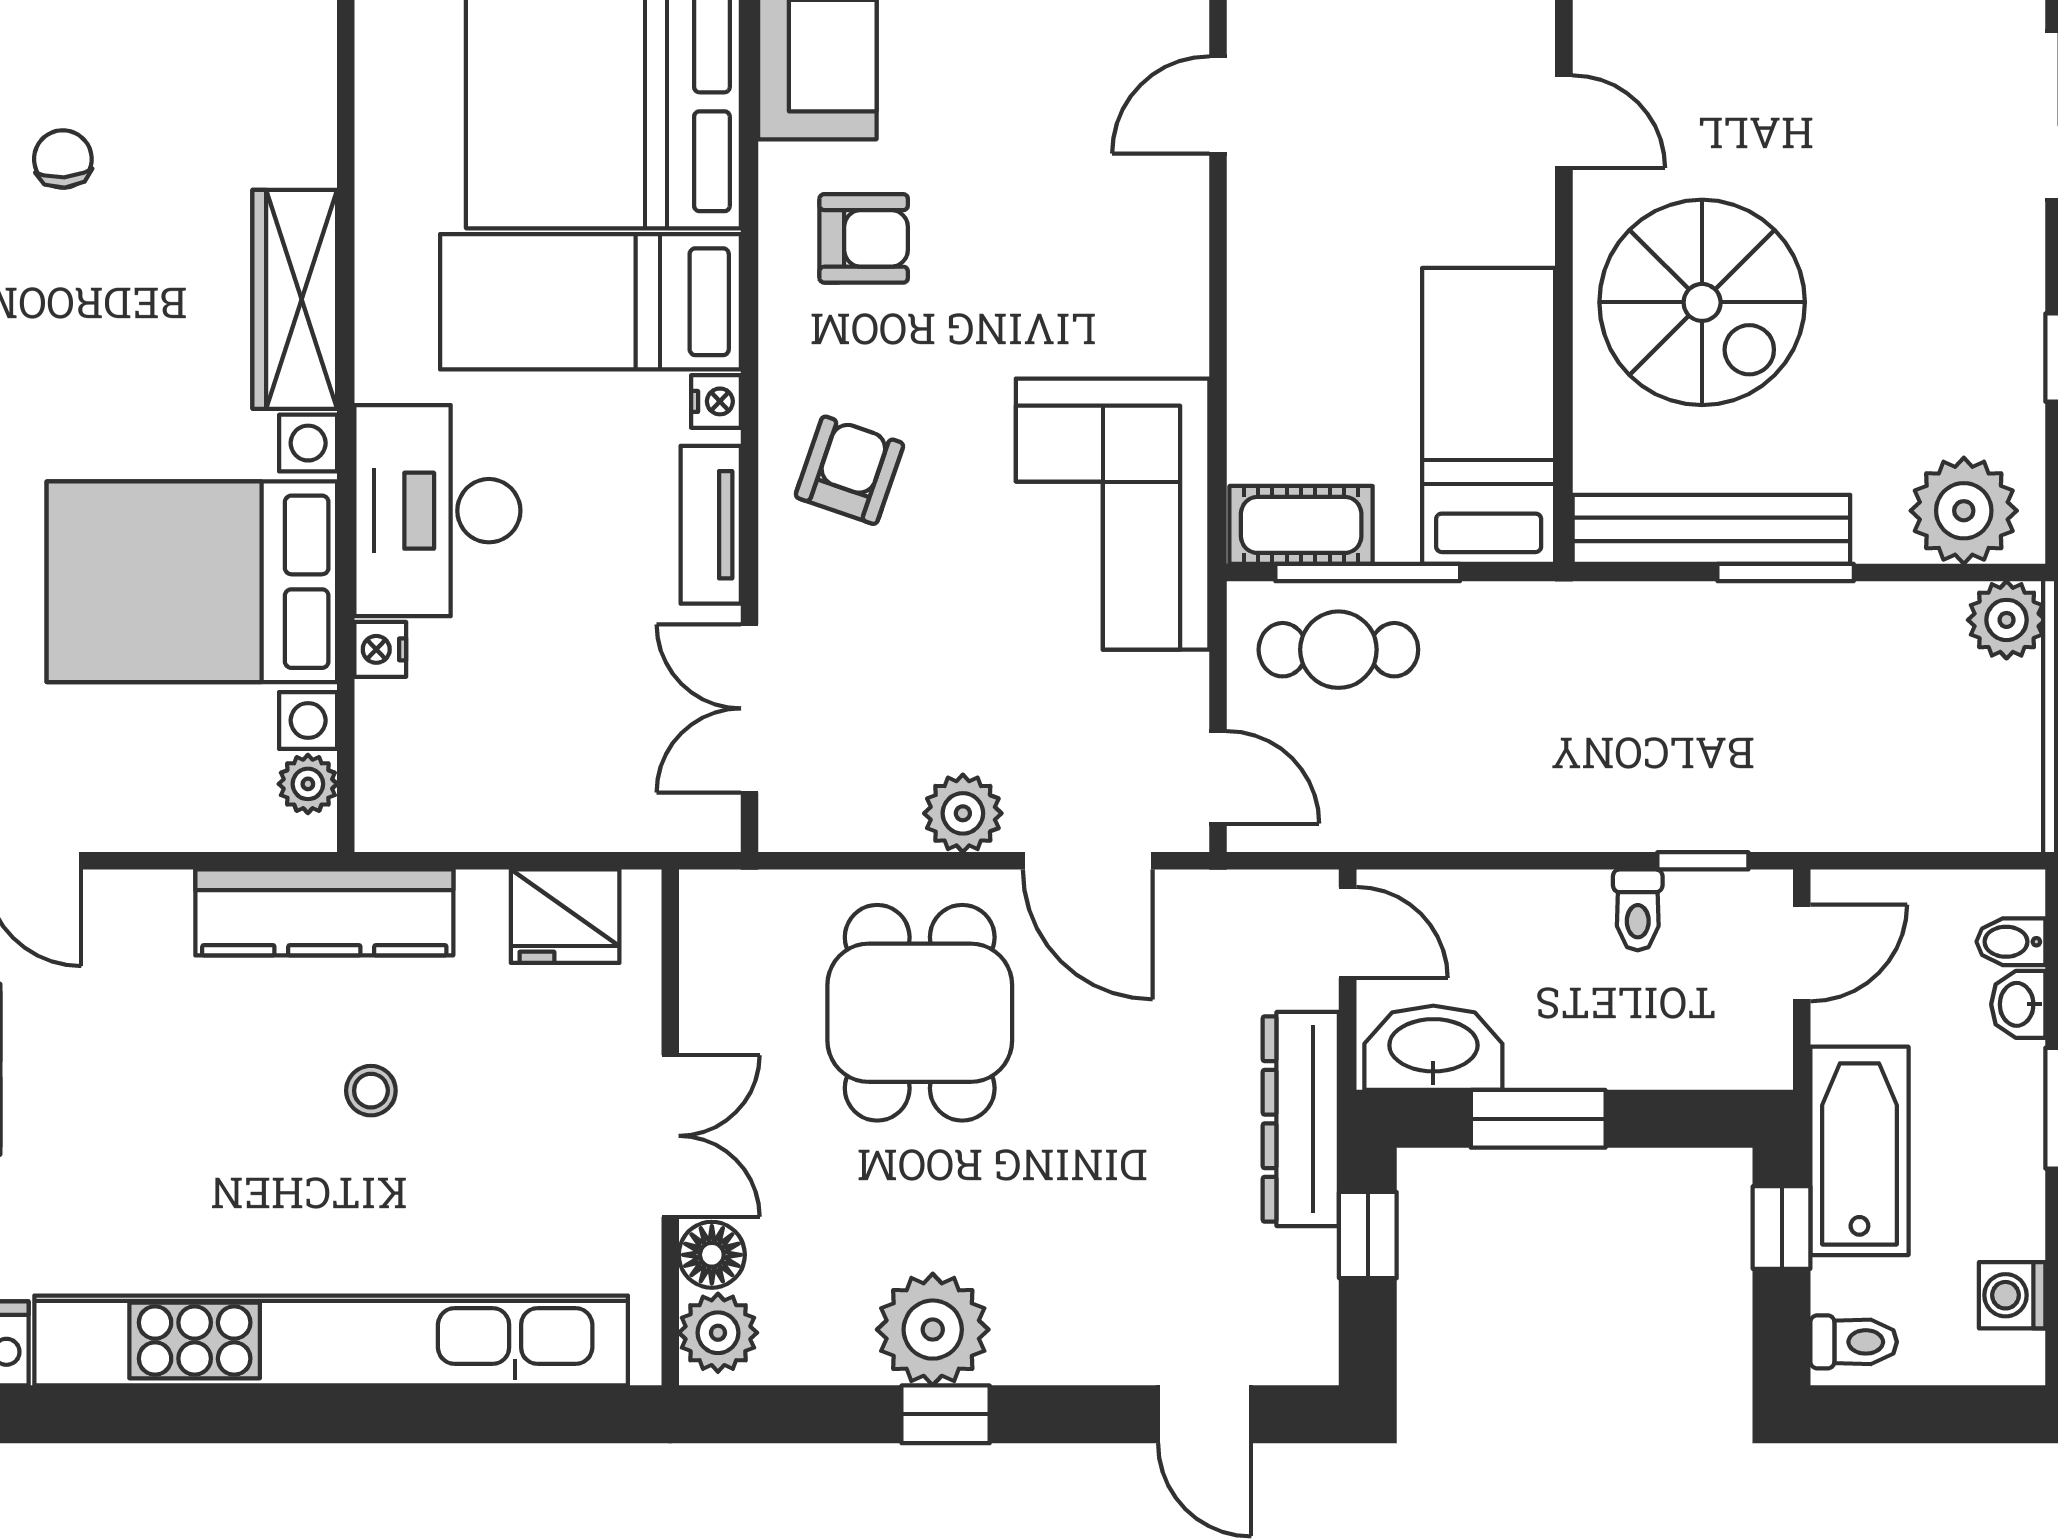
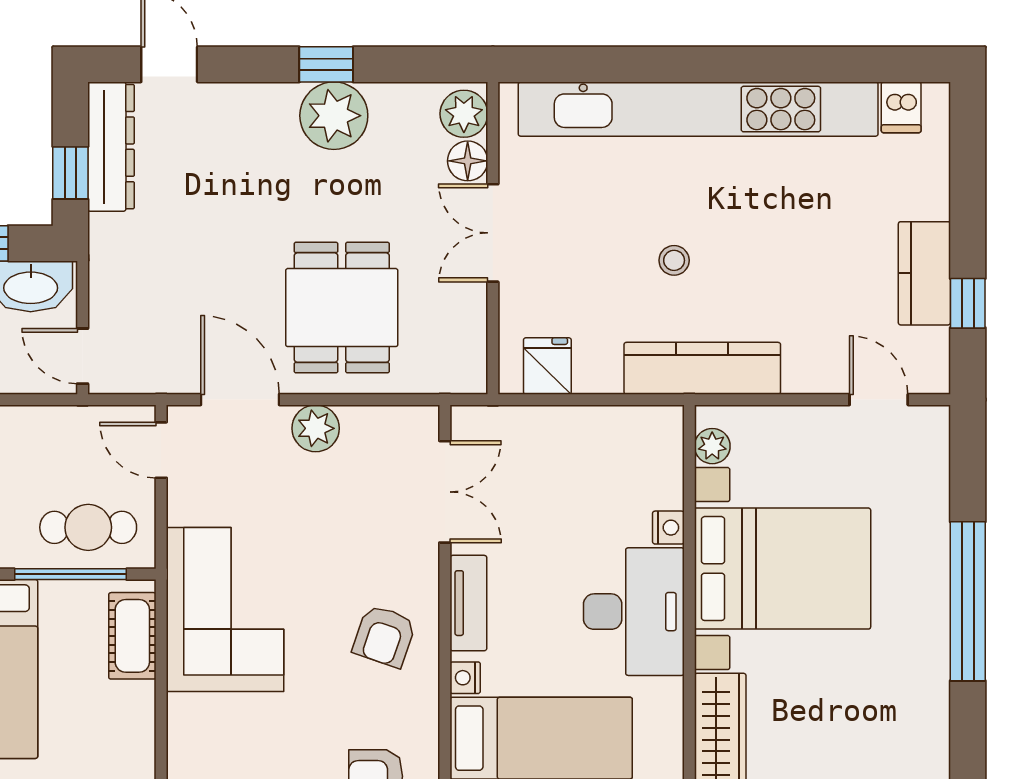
cot: (1301, 525) -> (132, 636), moved, turned 90
fridge: (565, 916) -> (547, 366), width x0.72
dresser: (1301, 1119) -> (111, 147), moved

